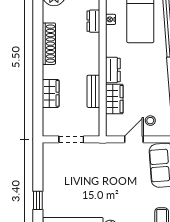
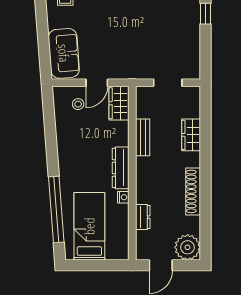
nightstand: (111, 19) -> (123, 197), moved
dresser: (113, 70) -> (121, 168), width x1.44
wardrobe: (114, 99) -> (119, 103), moved

